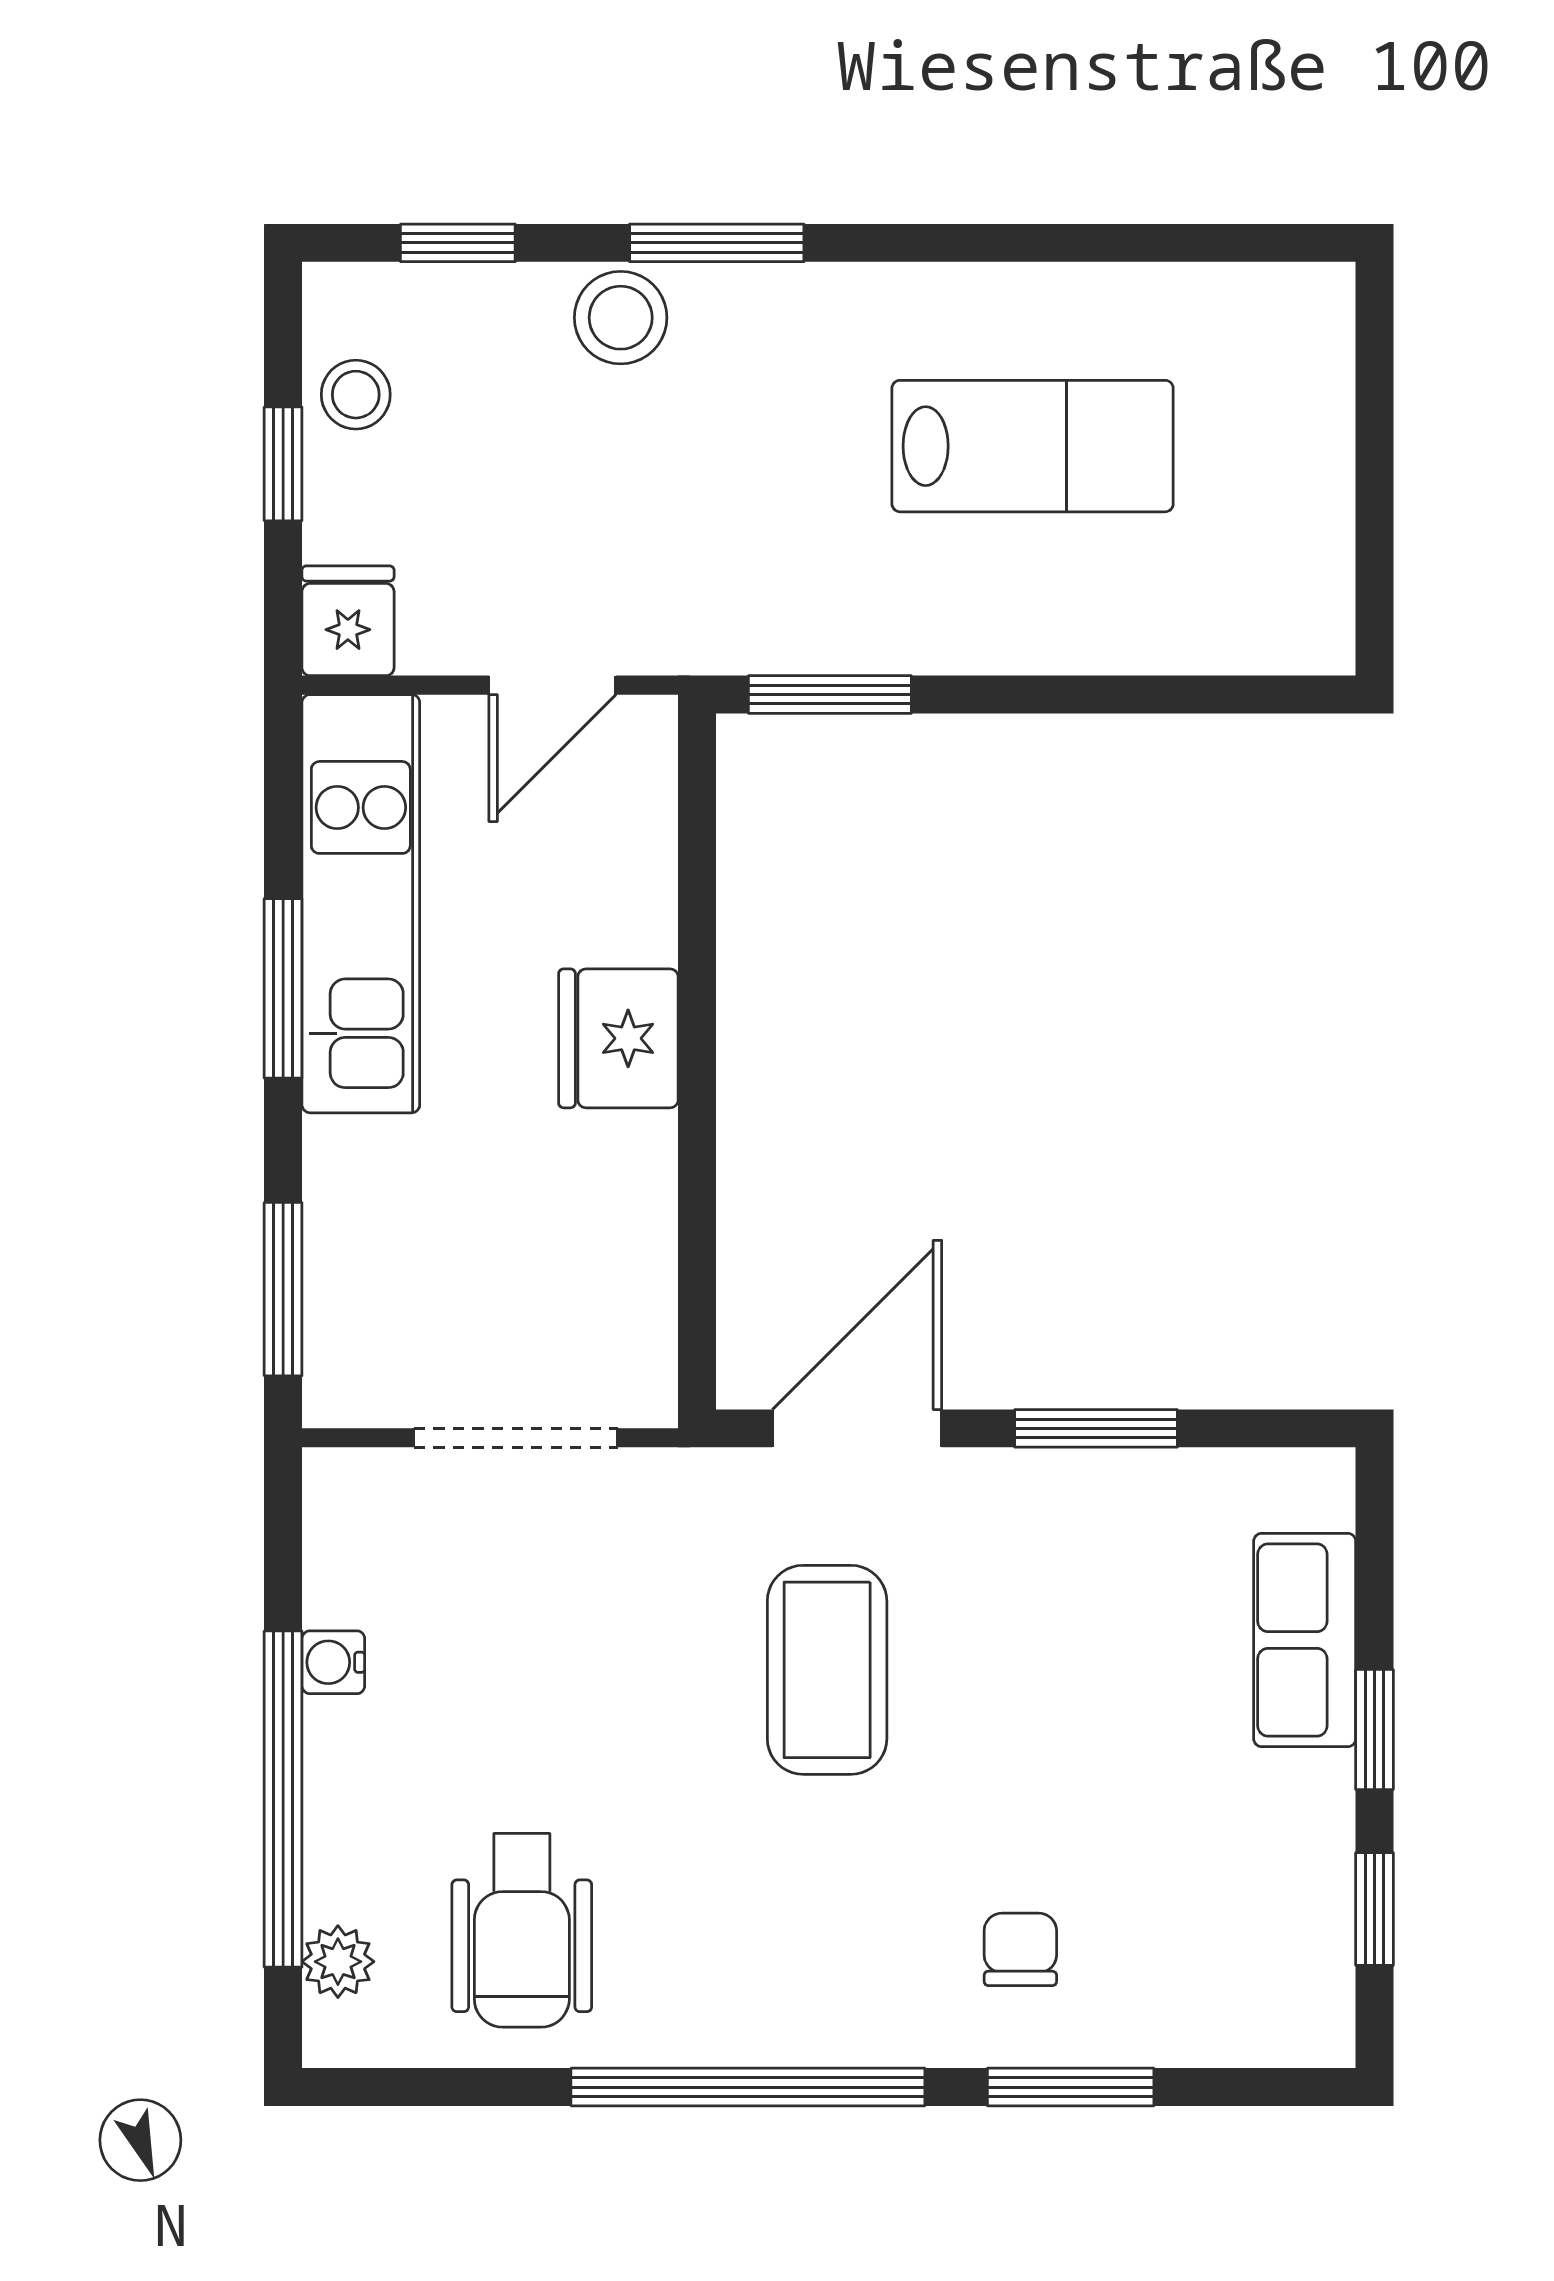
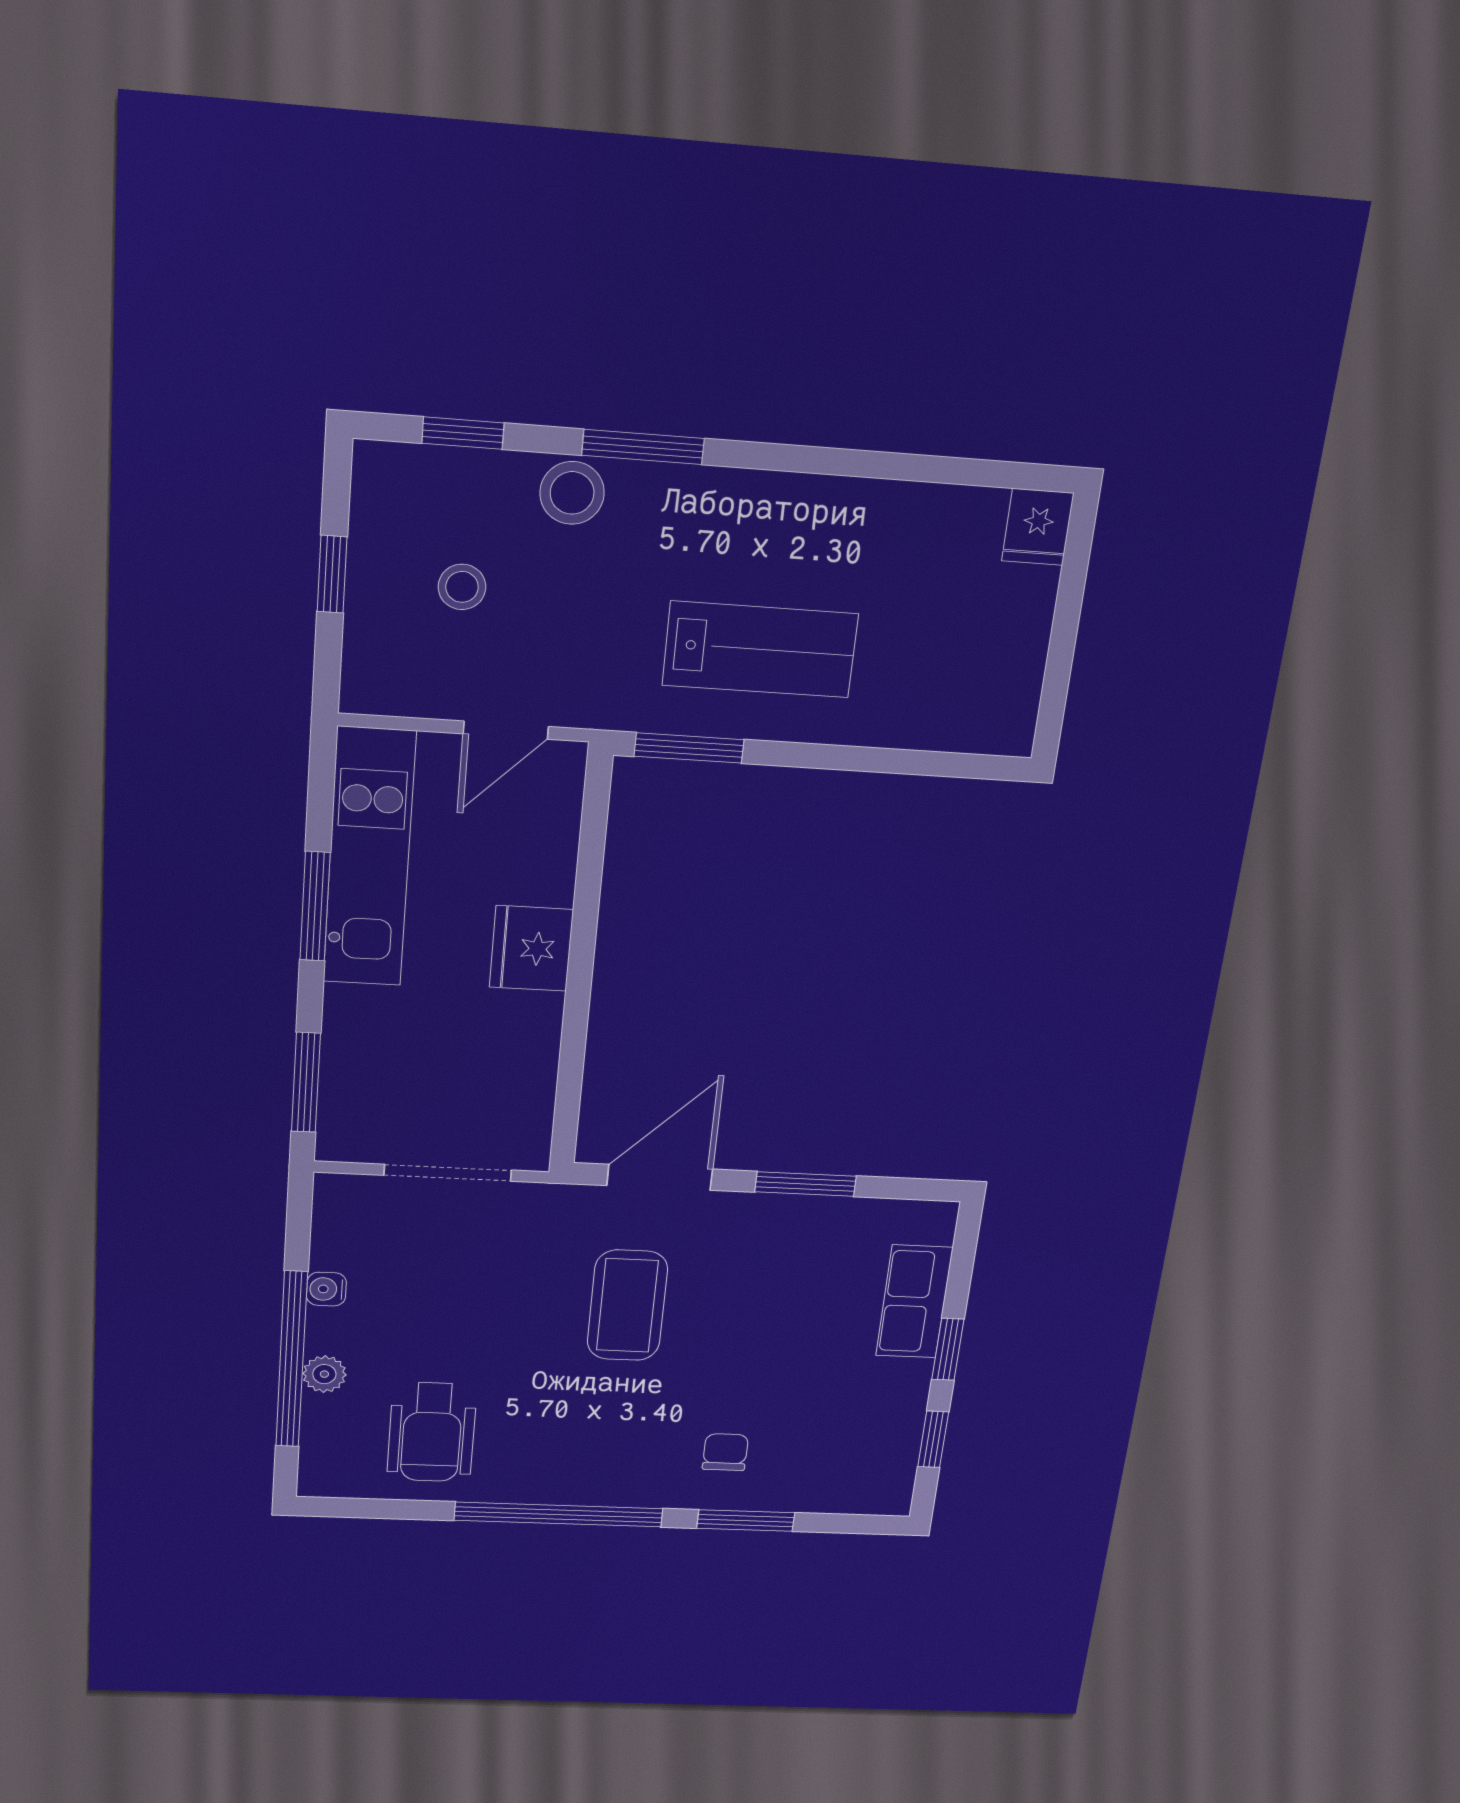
stool: (356, 395) -> (462, 587), moved
lab bench: (1033, 446) -> (760, 650), moved
fridge: (348, 621) -> (1038, 527), moved, turned 180
plant: (338, 1962) -> (324, 1374), moved

